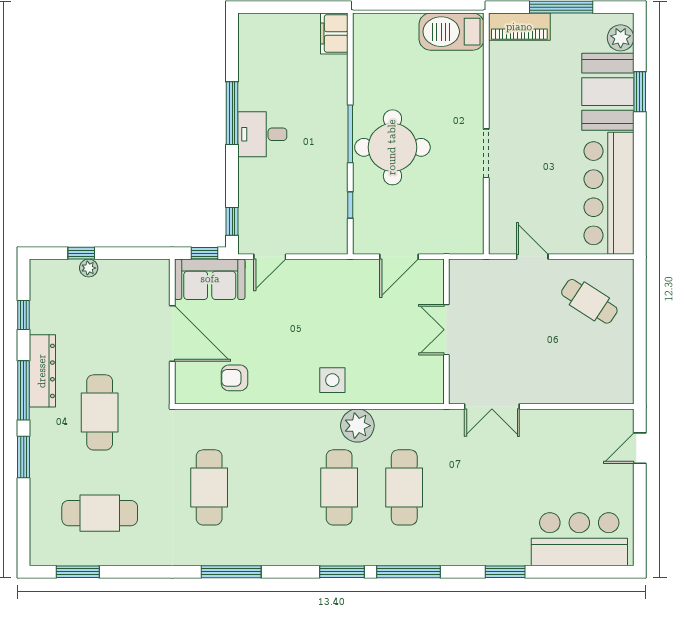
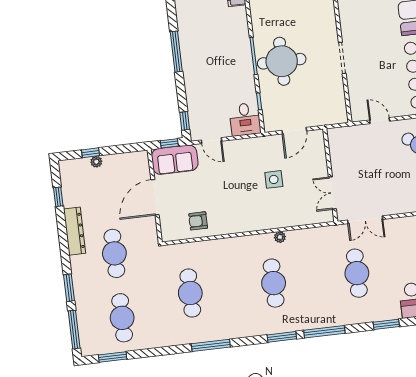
desk: (262, 134) -> (245, 119), moved, turned -90
door: (270, 257) -> (211, 141), hinge flipped
double door: (446, 330) -> (332, 193), moved
door: (172, 333) -> (155, 197), swing flipped
side table: (332, 380) -> (274, 179), moved
window: (24, 390) -> (74, 330), moved
plant: (357, 426) -> (280, 237), width x0.53, depth x0.53
cafe table: (404, 487) -> (357, 273), moved
cafe table: (100, 513) -> (122, 318), turned 90

